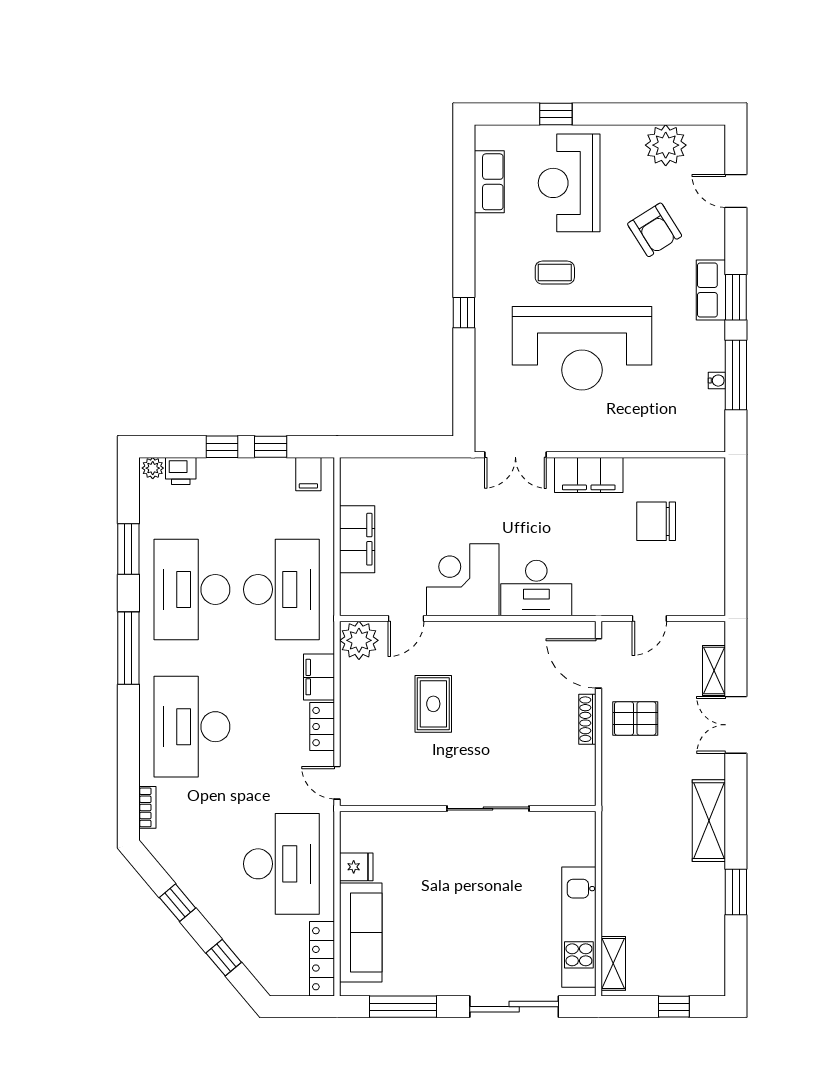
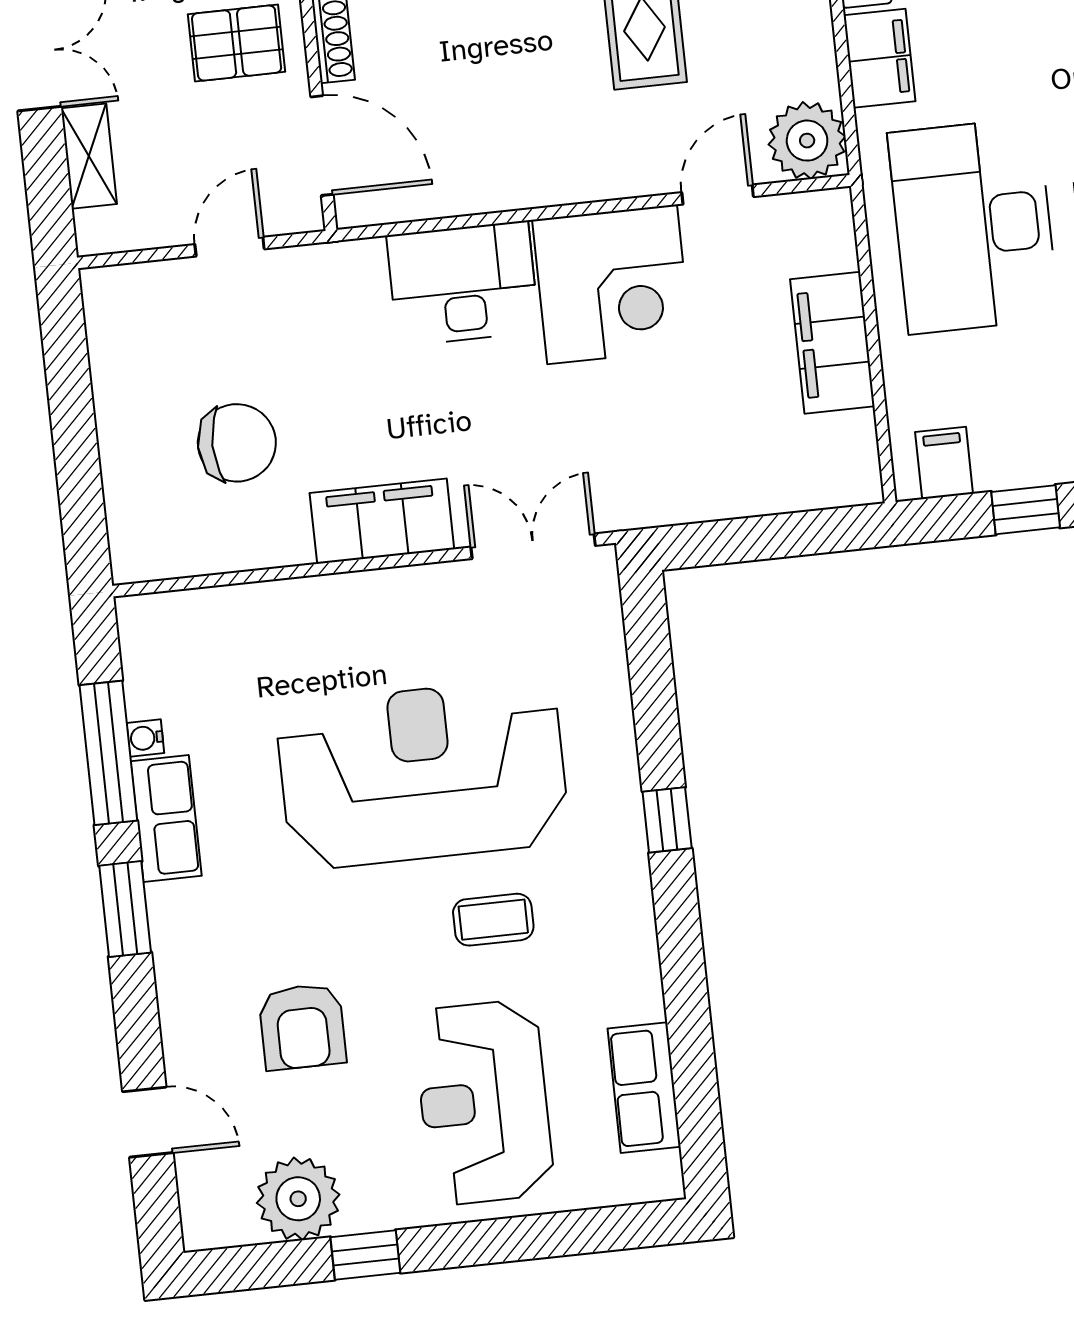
window: (556, 114) -> (365, 1255), moved
reception desk: (569, 183) -> (484, 1102), turned 180
armchair: (655, 230) -> (302, 1027), turned -148
row of seats: (711, 290) -> (166, 818), moved

